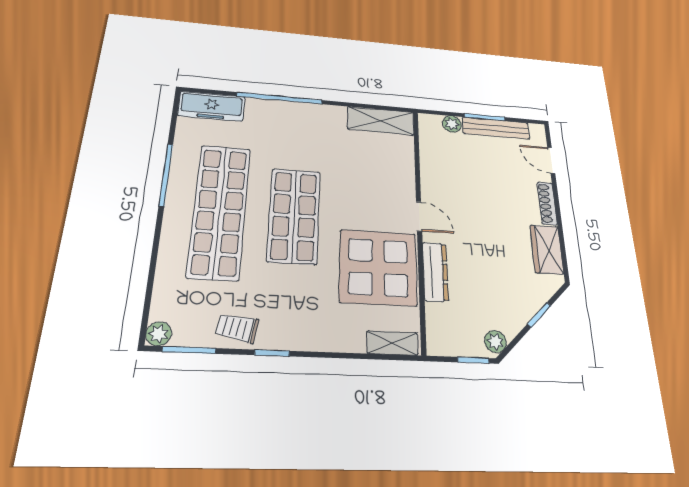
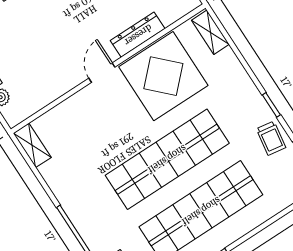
shelving: (381, 121) -> (32, 145), width x0.67, depth x0.75
shop shelf: (294, 216) -> (167, 159), width x1.40

